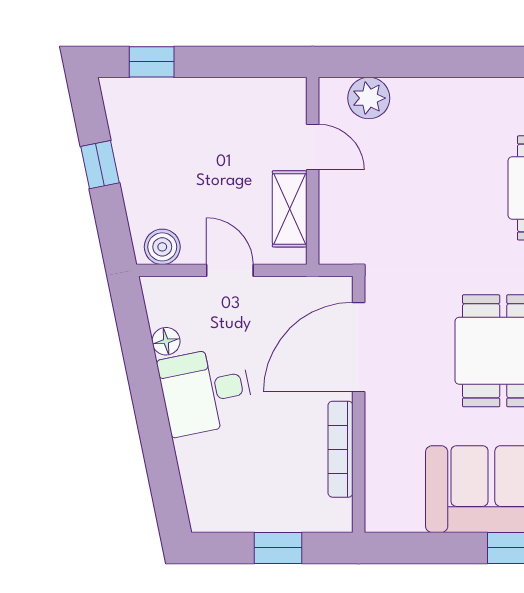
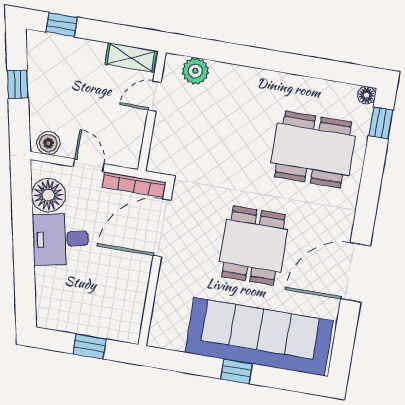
door: (313, 147) -> (154, 96), swing flipped
shelving: (290, 209) -> (131, 58), moved, turned 90
floor lamp: (166, 341) -> (48, 195), width x1.89, depth x1.89
bookcase: (340, 449) -> (134, 185), moved, turned -90

